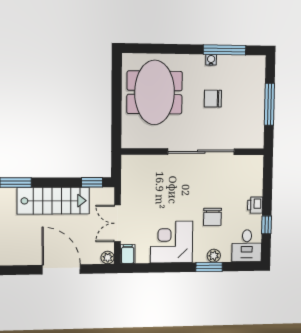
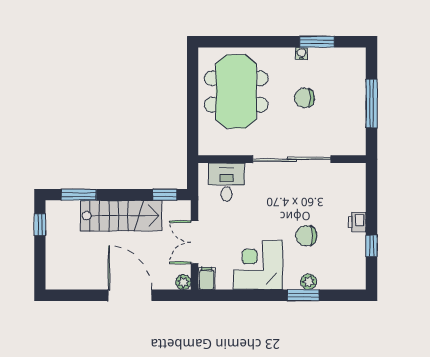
window: (225, 50) -> (317, 42), width x0.69
chair: (212, 217) -> (306, 236), turned 89
desk: (247, 246) -> (227, 182), moved, turned 180

